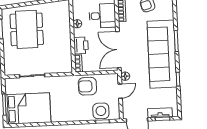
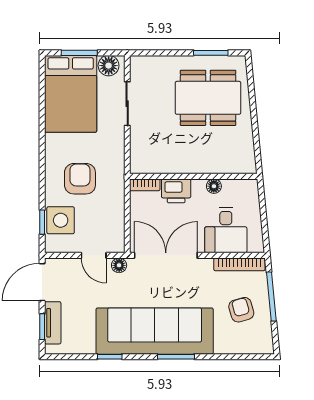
armchair: (87, 86) -> (80, 179), moved
floor lamp: (11, 87) -> (109, 66), added

